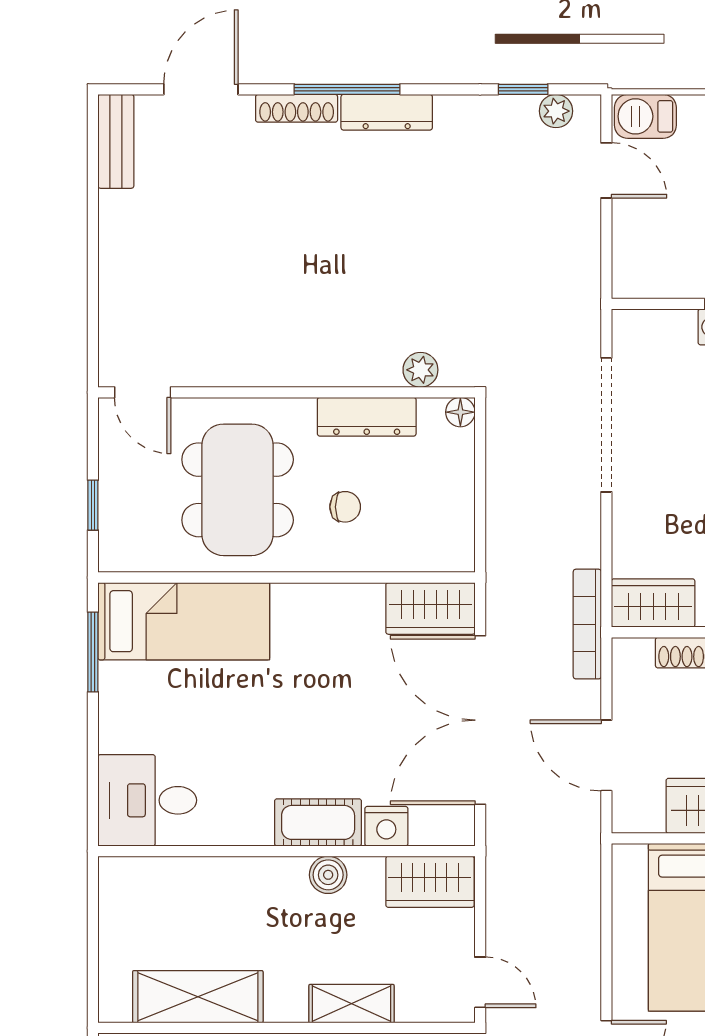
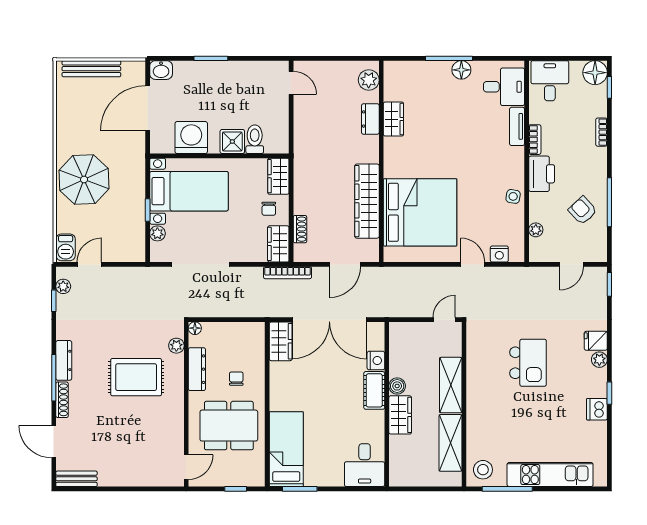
rug: (348, 278) -> (136, 377), added
plant: (677, 327) -> (157, 233), added
wardrobe: (430, 882) -> (400, 415), moved
shelving: (351, 1004) -> (451, 385), width x1.50, depth x1.33

